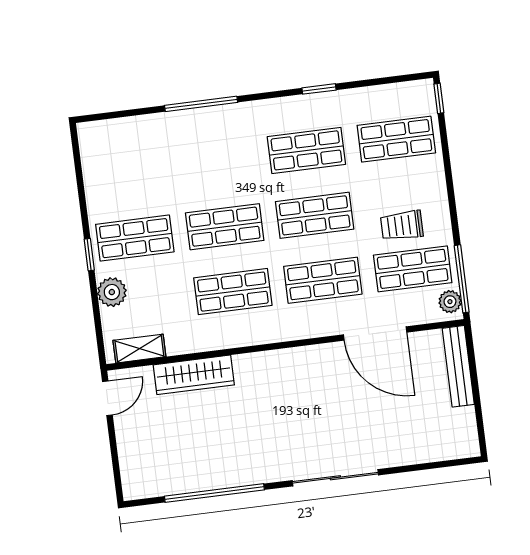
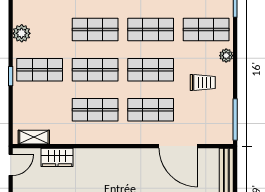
trolley: (402, 226) -> (203, 83), turned 180
shop shelf: (413, 269) -> (95, 30), moved
plant: (112, 292) -> (22, 33), moved
plant: (450, 302) -> (226, 56), moved
wardrobe: (194, 375) -> (57, 157), width x0.67

